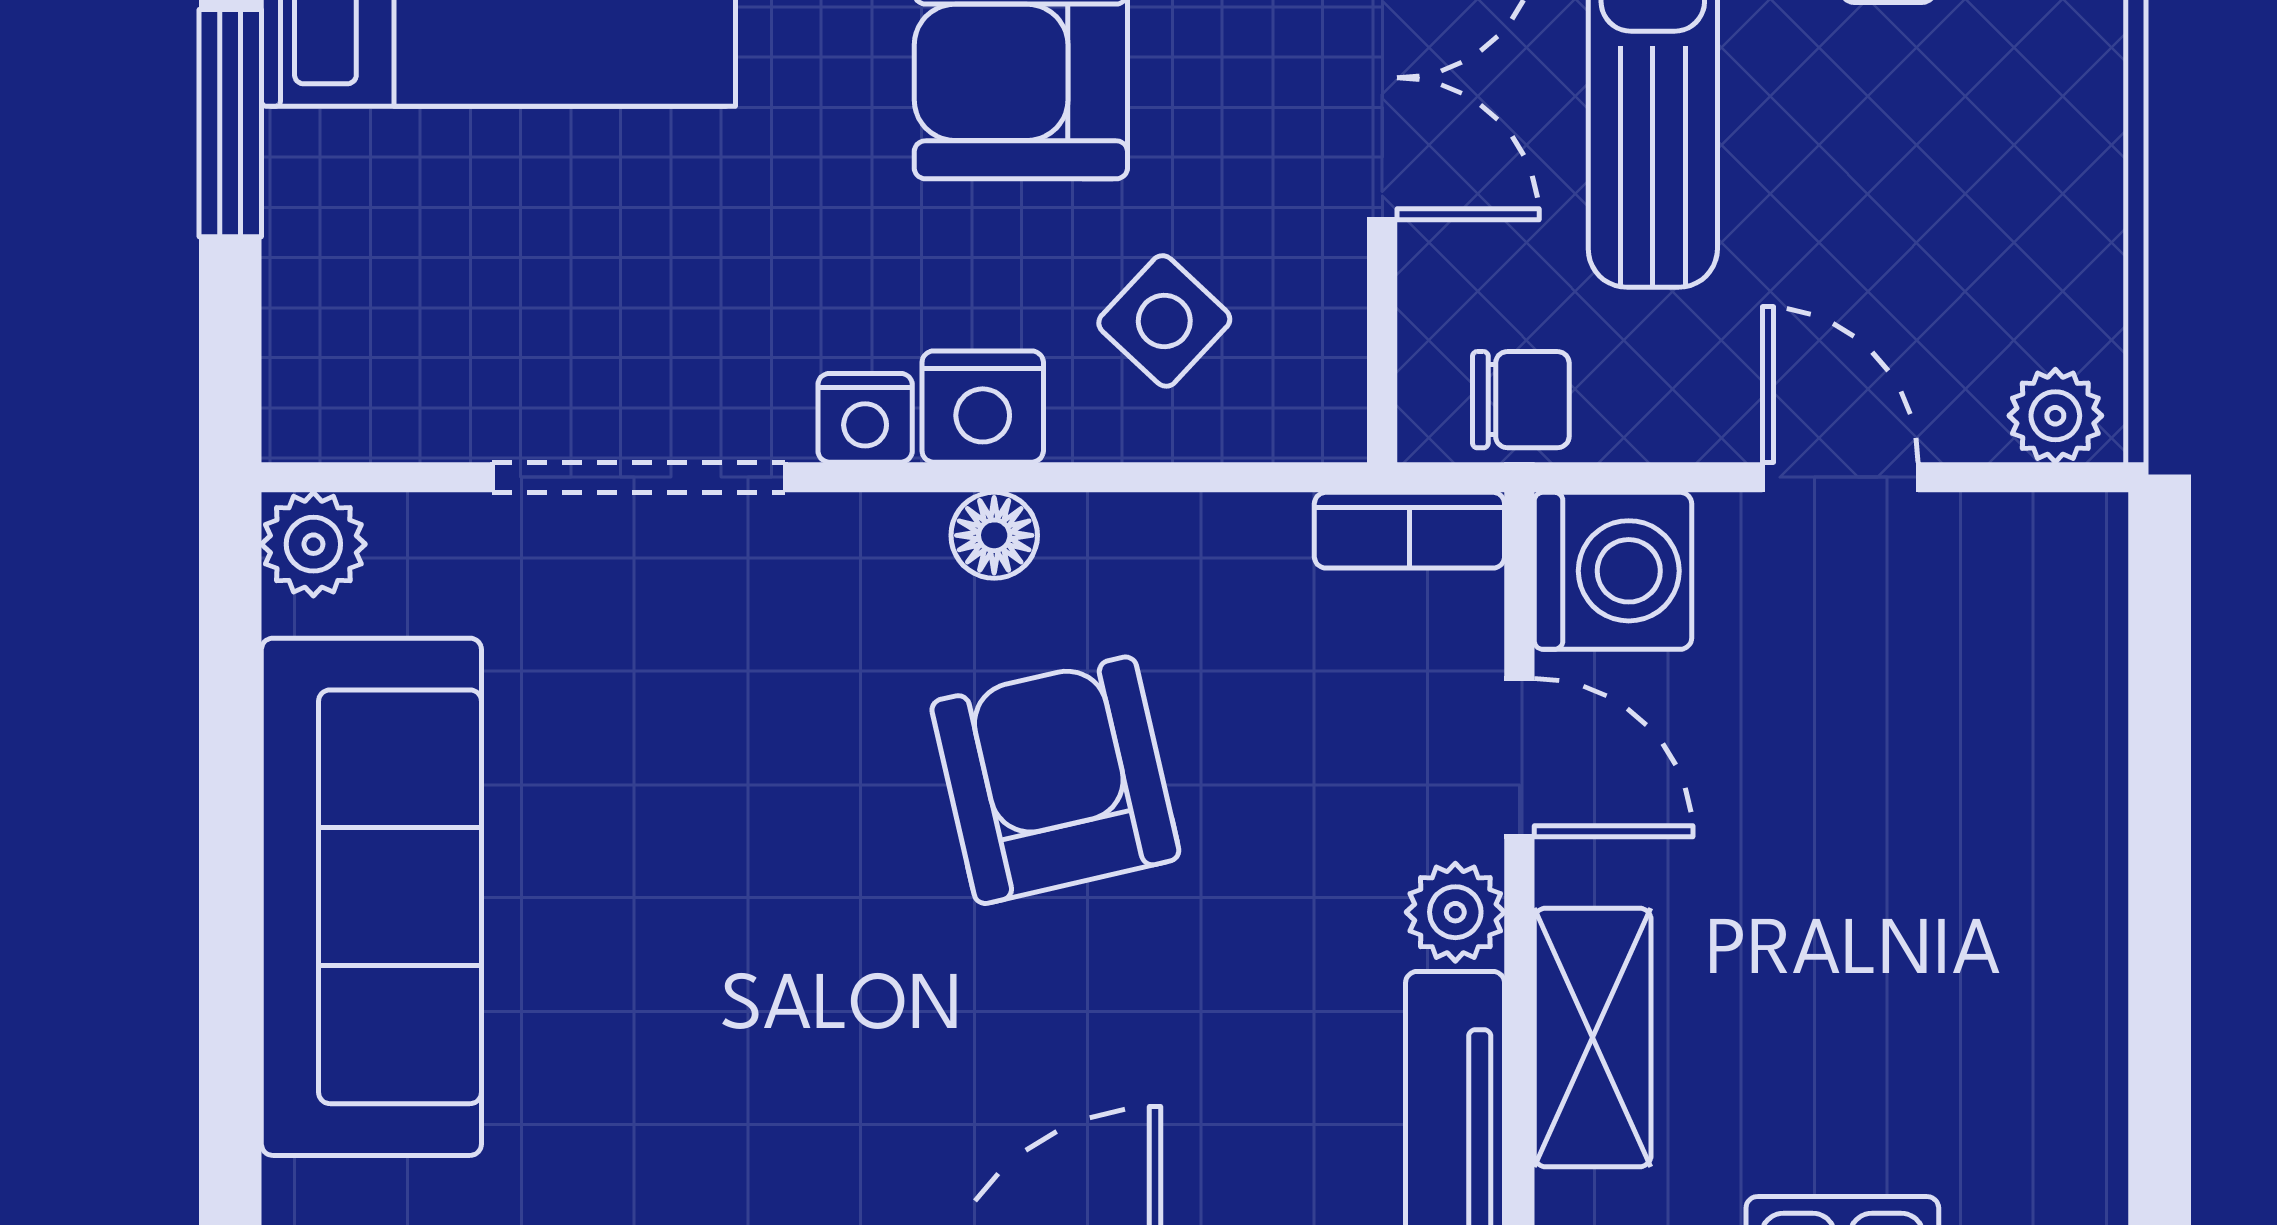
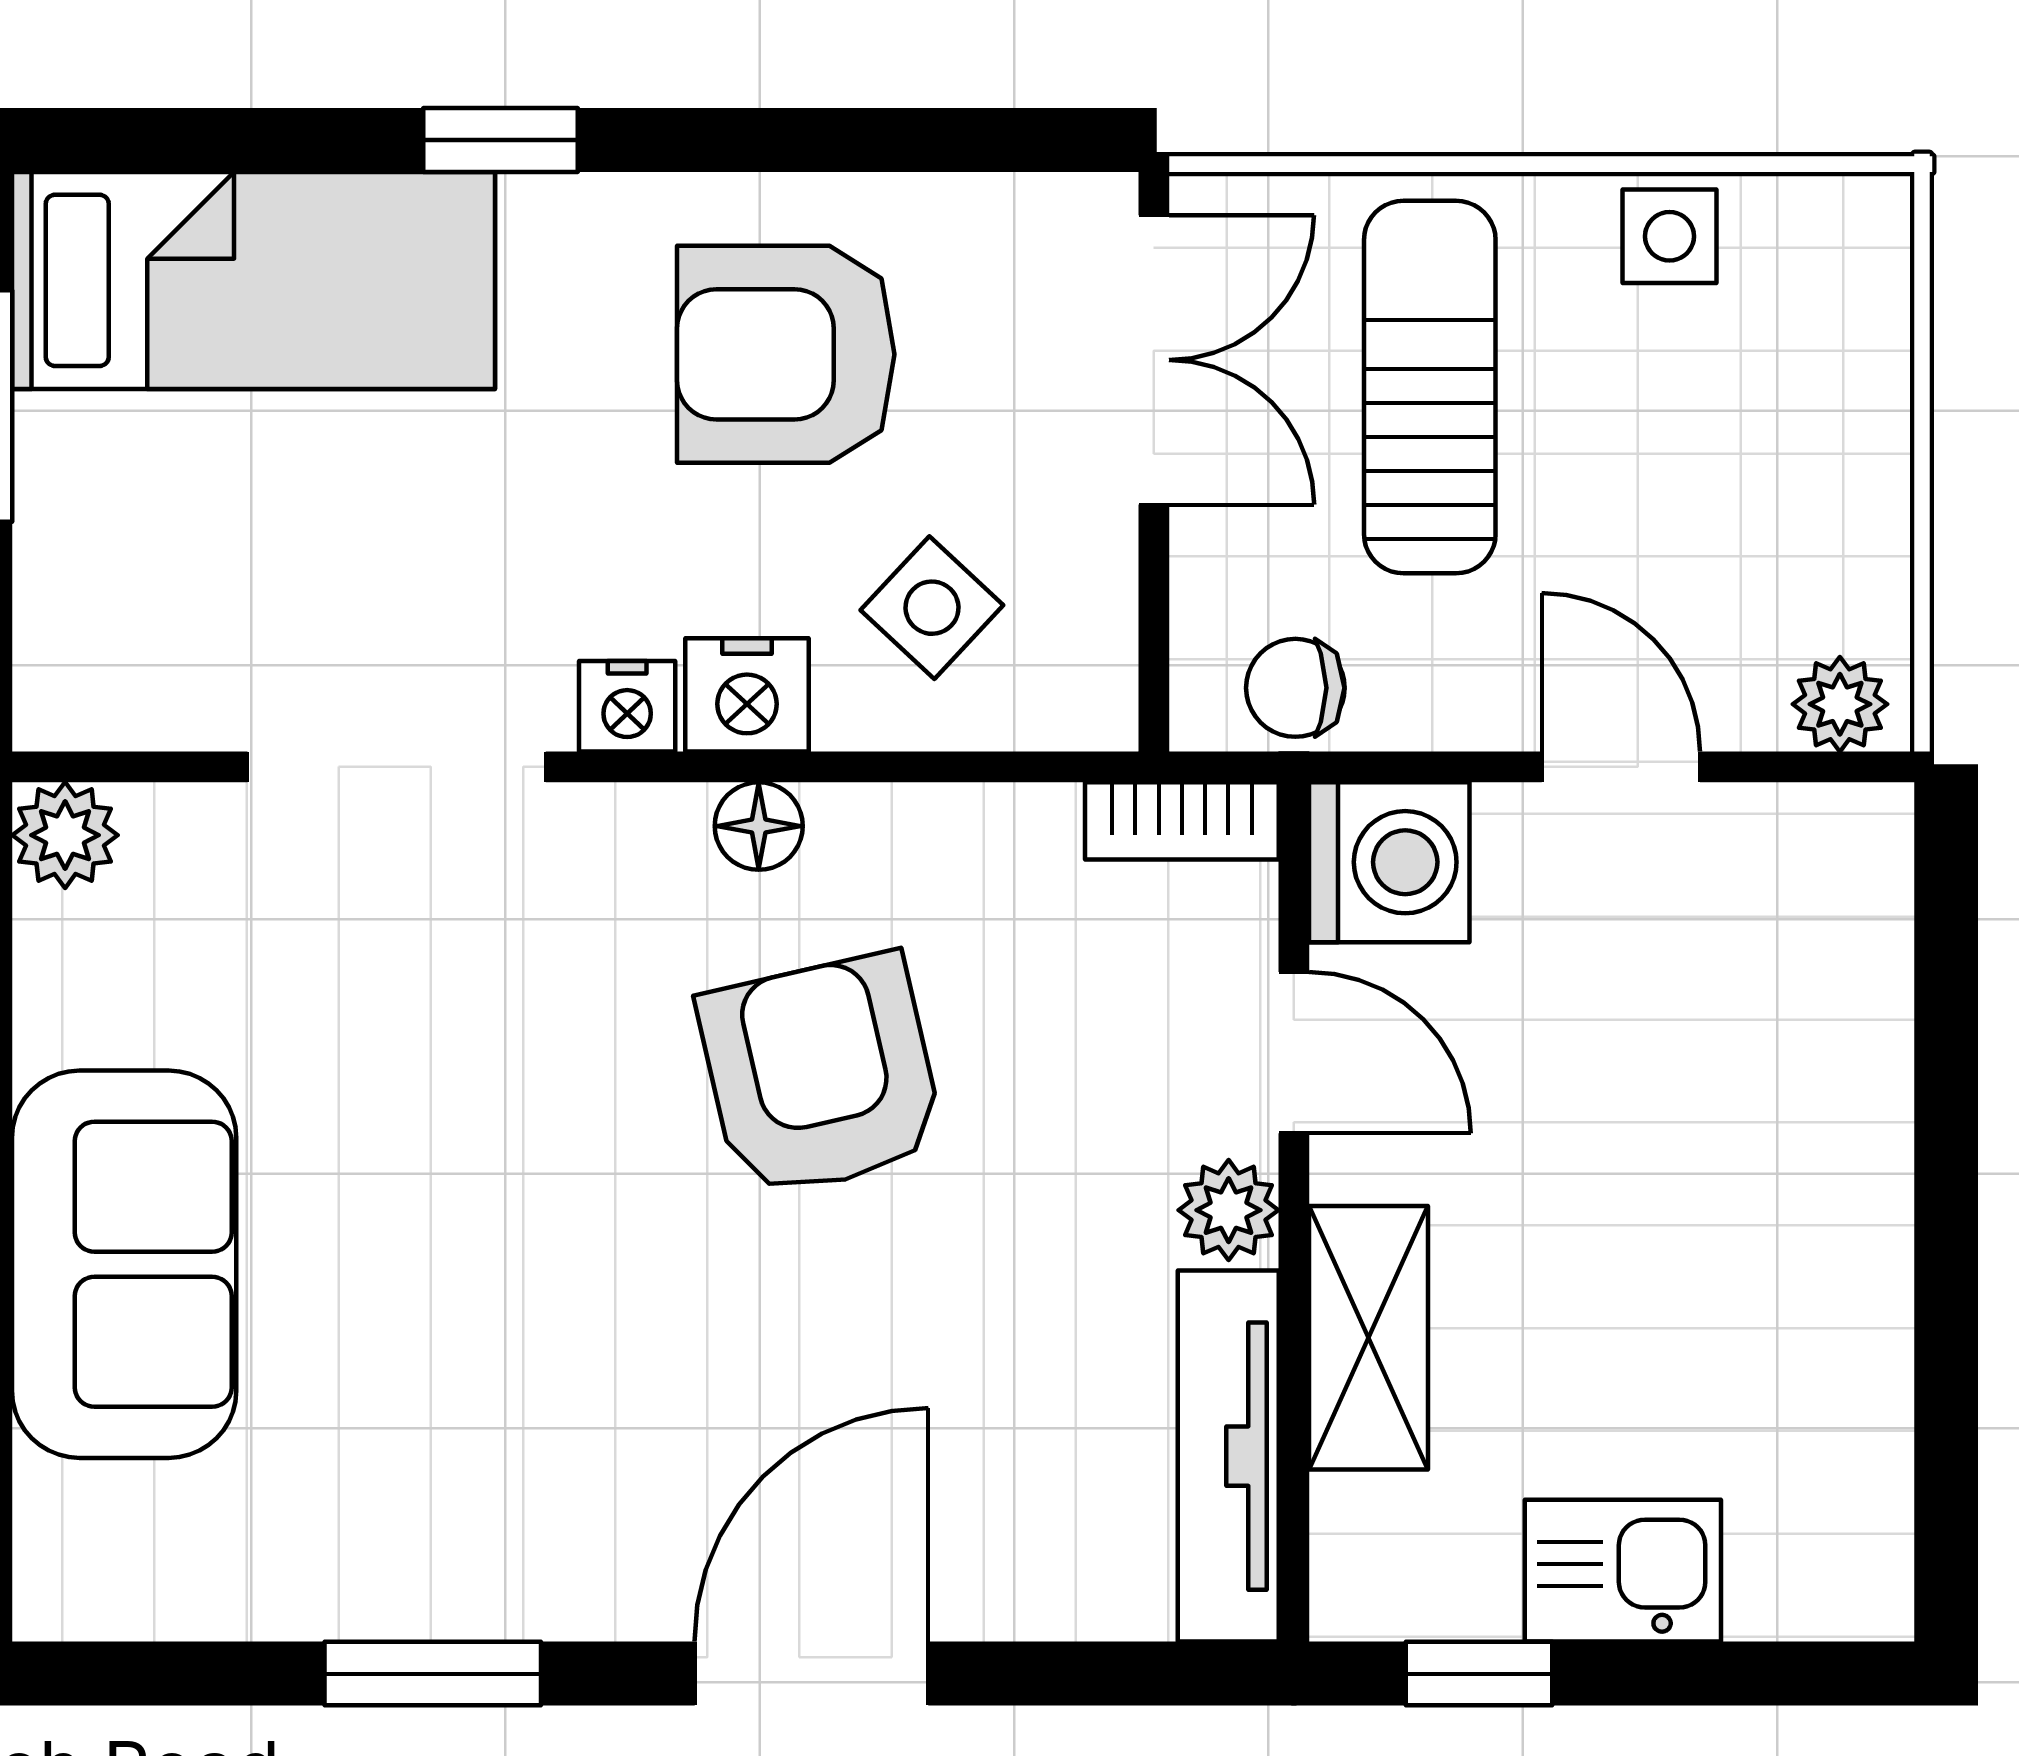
chair: (1521, 400) -> (1295, 688), turned 180
sofa: (371, 897) -> (124, 1264), width x0.73

